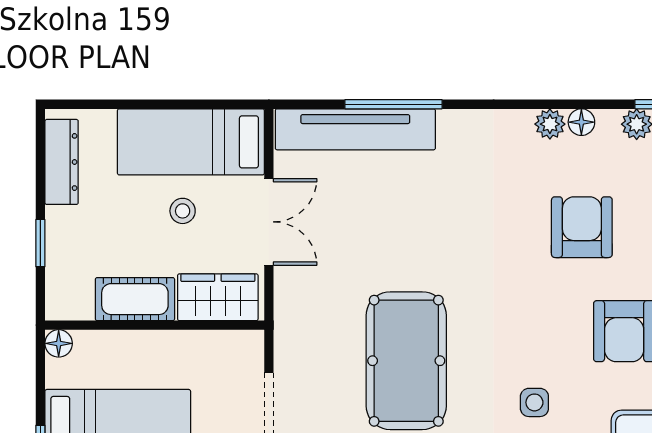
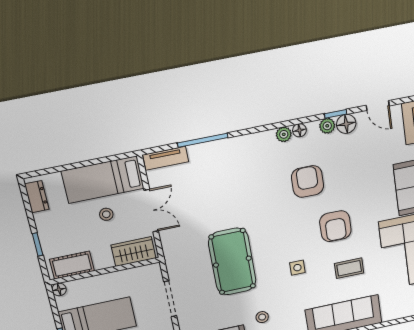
tv unit: (355, 129) -> (166, 158), width x0.52, depth x0.78
dresser: (62, 162) -> (37, 197), width x0.70
cot: (135, 299) -> (72, 265), moved

